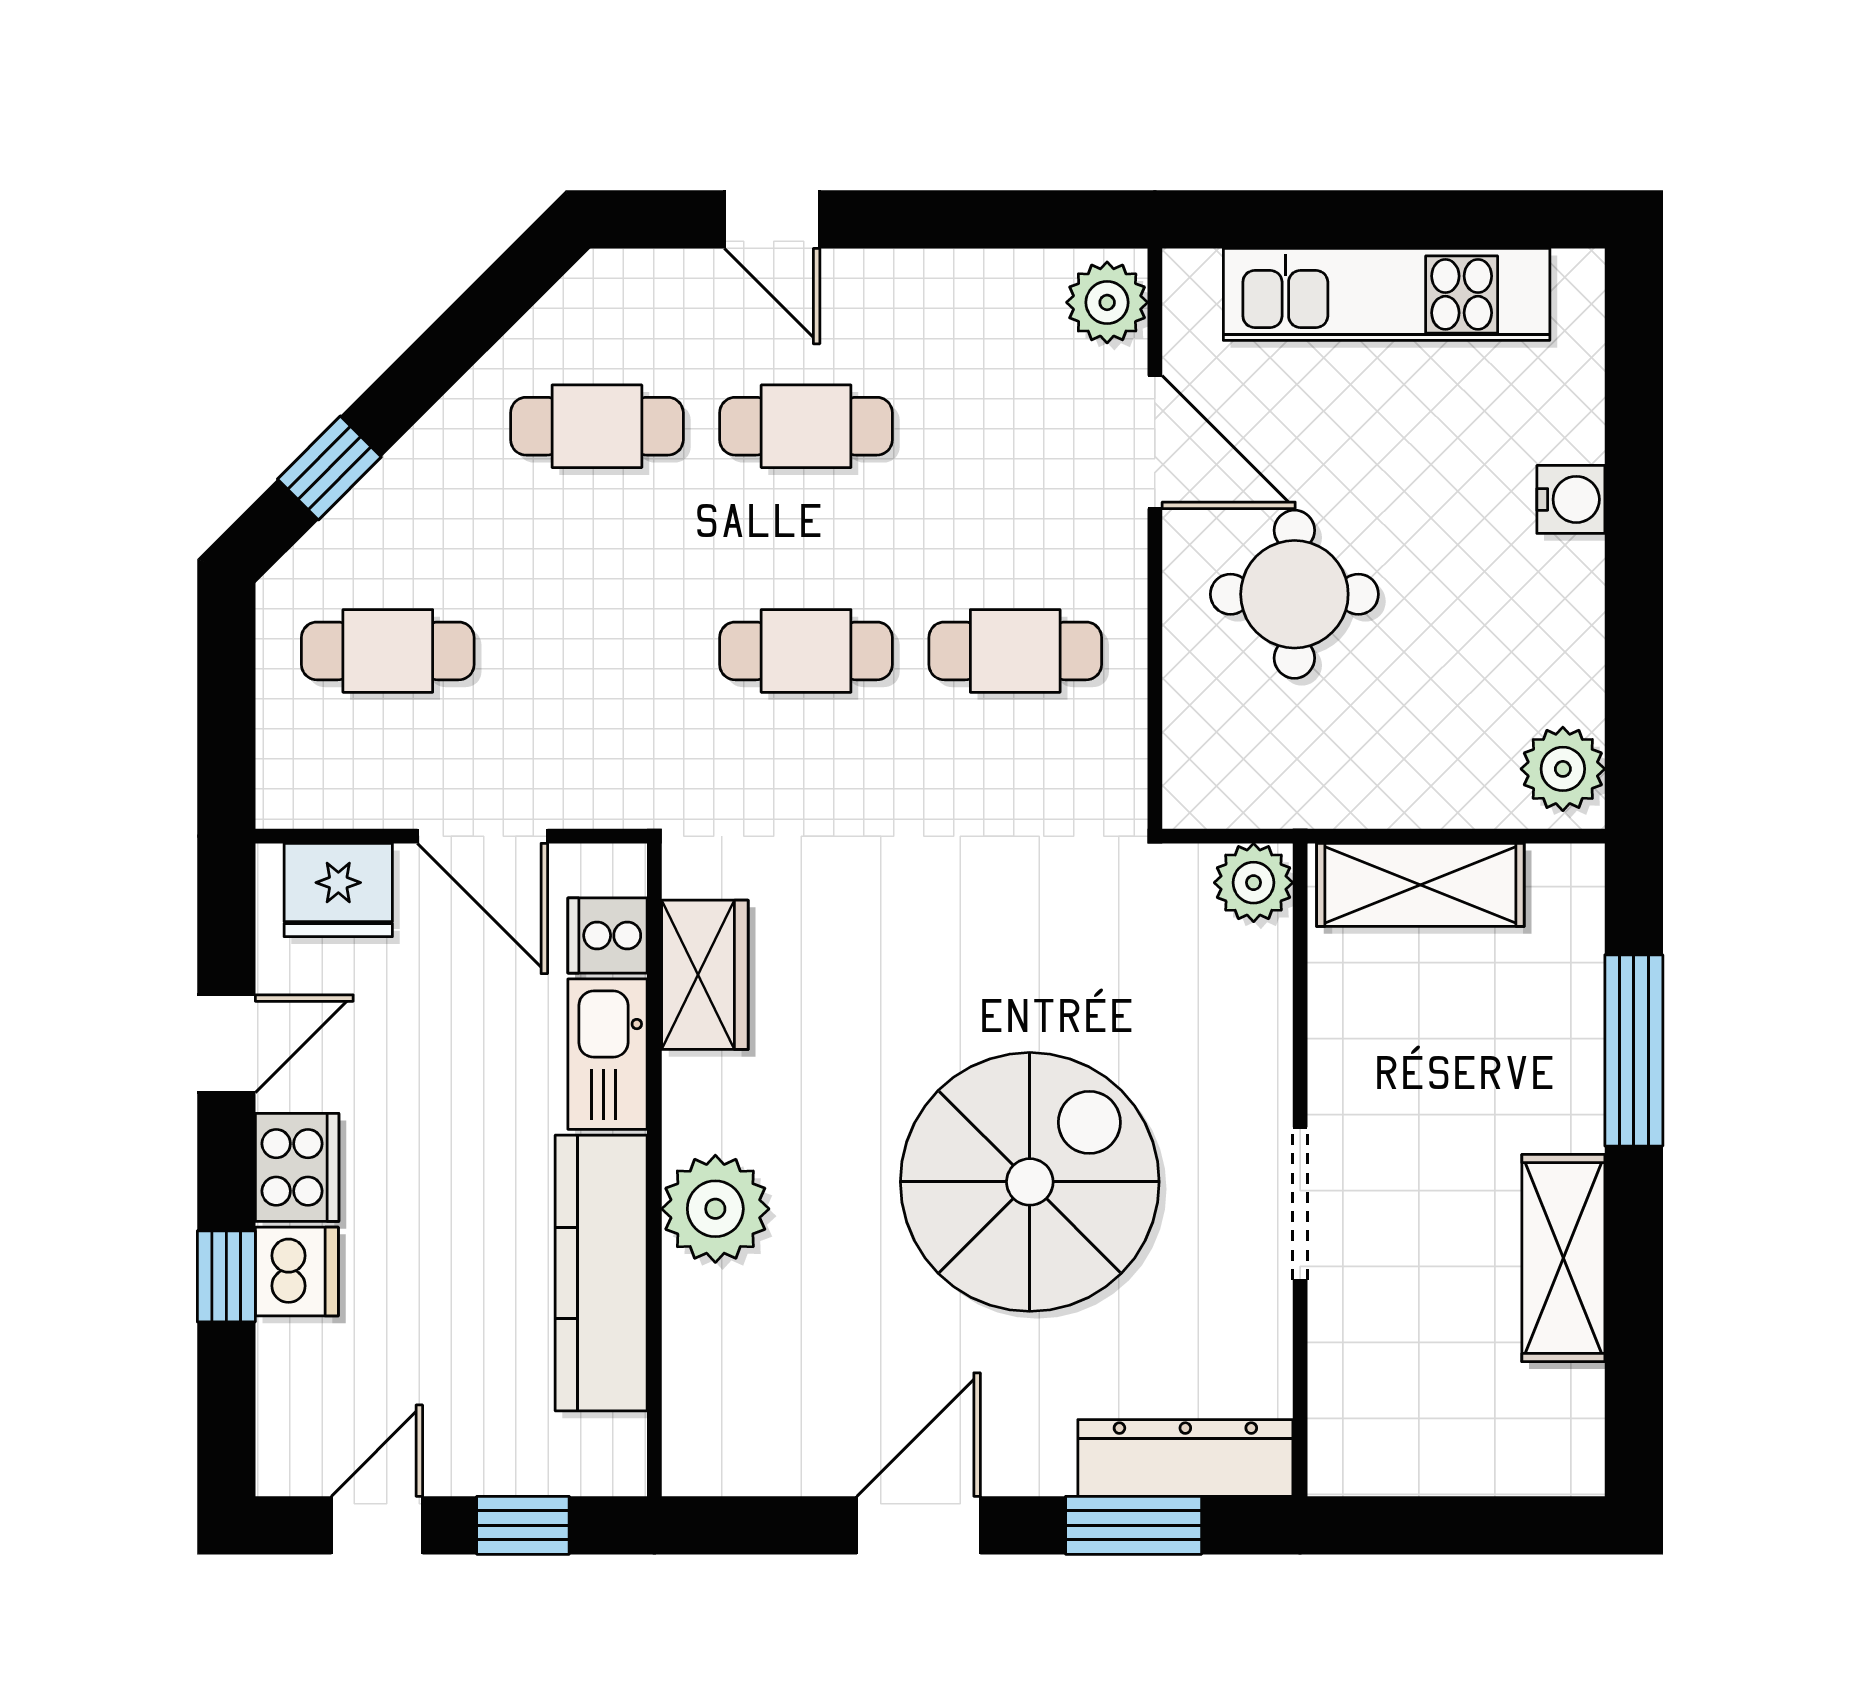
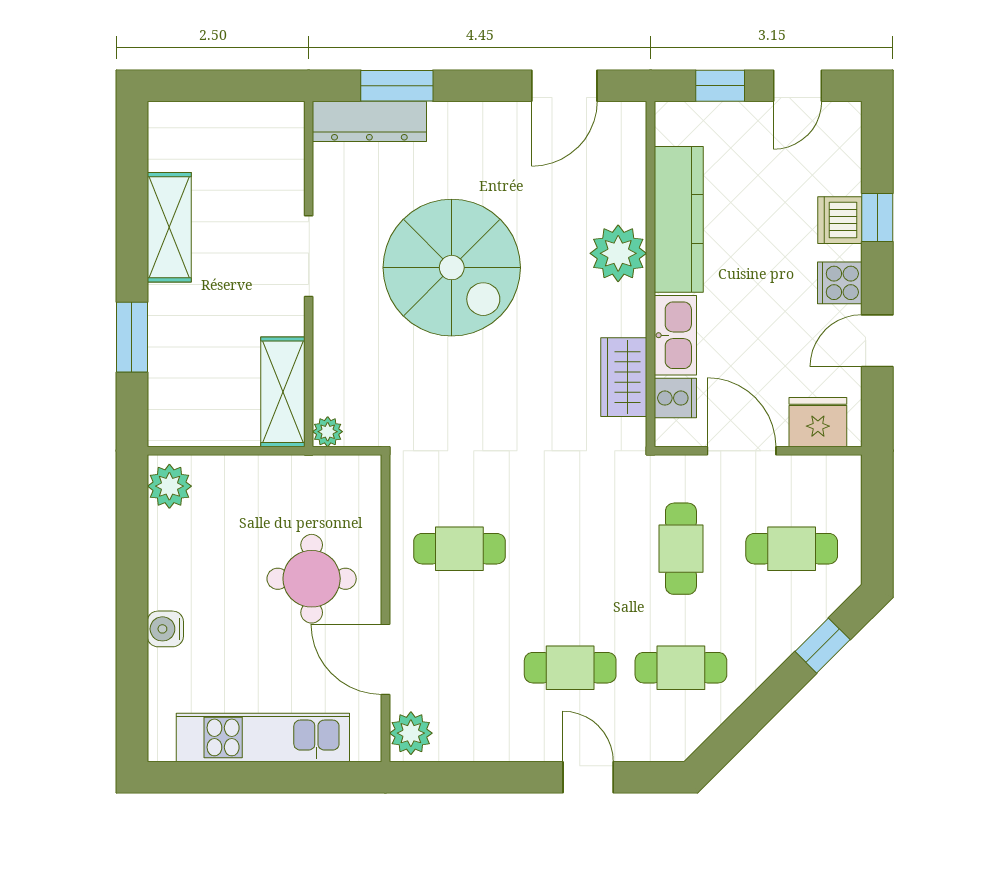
cafe table: (806, 651) -> (681, 549), moved, turned 90
plant: (1254, 883) -> (328, 432), width x0.73, depth x0.73
shelving: (1420, 885) -> (283, 392), moved, turned 90
window: (1634, 1050) -> (132, 337), width x0.69
cooker: (297, 1167) -> (840, 283), width x0.73
spiral stairs: (1030, 1182) -> (452, 268), turned -90
door: (919, 1525) -> (564, 86), moved

